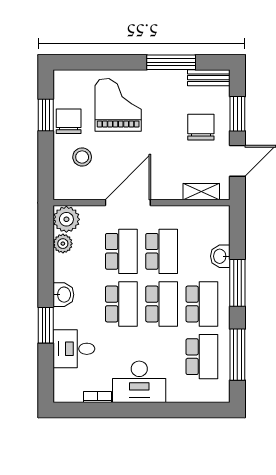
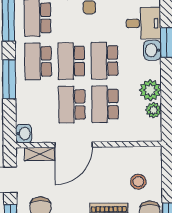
door: (128, 203) -> (74, 145), moved
plant: (66, 219) -> (150, 90), moved
washbasin: (220, 256) -> (24, 134), moved
washbasin: (63, 295) -> (152, 50), moved

